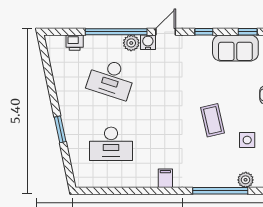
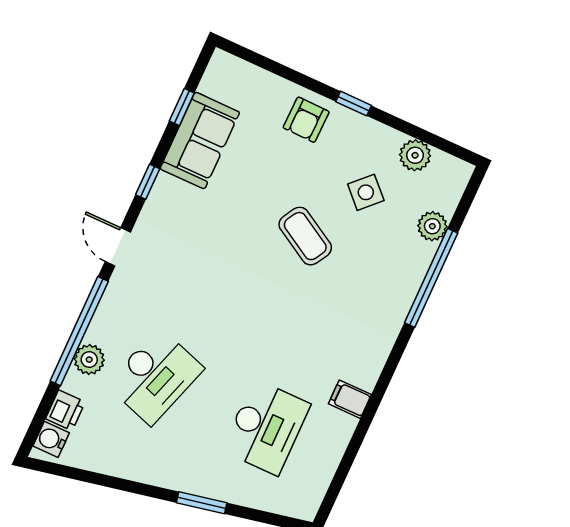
water cooler: (148, 42) -> (51, 439), moved
plant: (131, 43) -> (89, 360), moved
coffee table: (213, 120) -> (305, 236), turned 43
side table: (247, 140) -> (366, 192), turned 45
filing cabinet: (165, 178) -> (350, 399), moved

